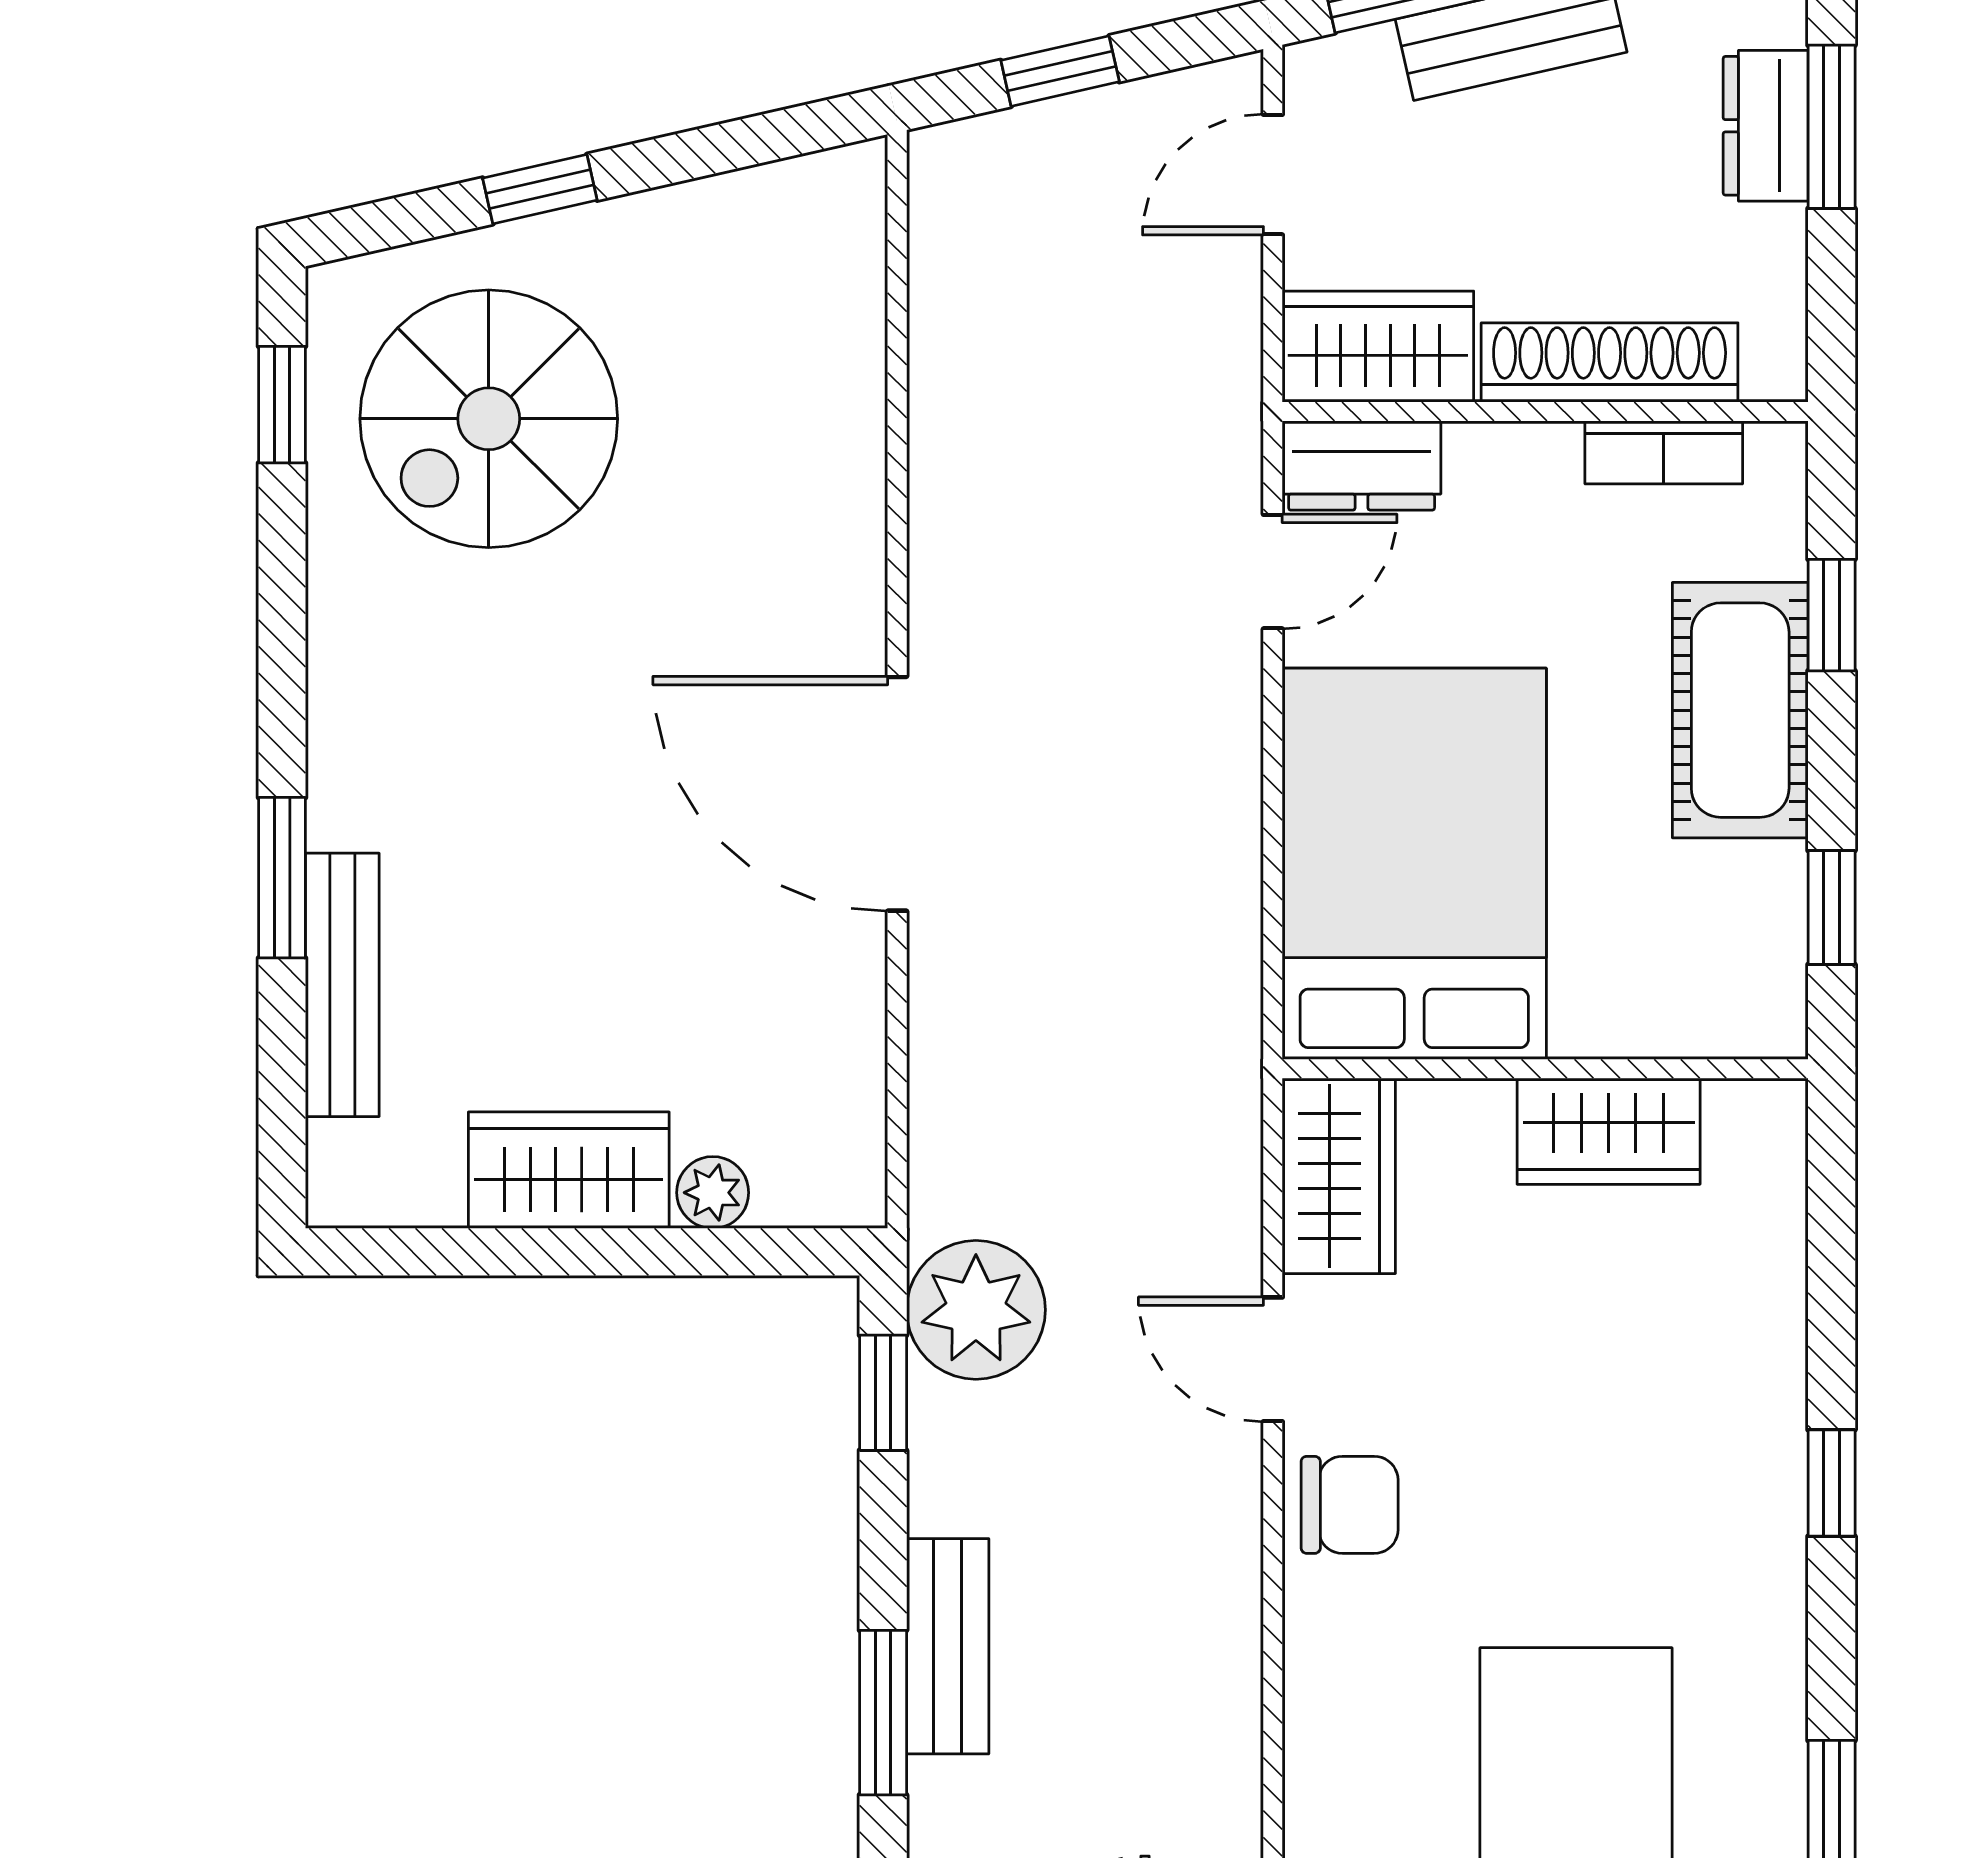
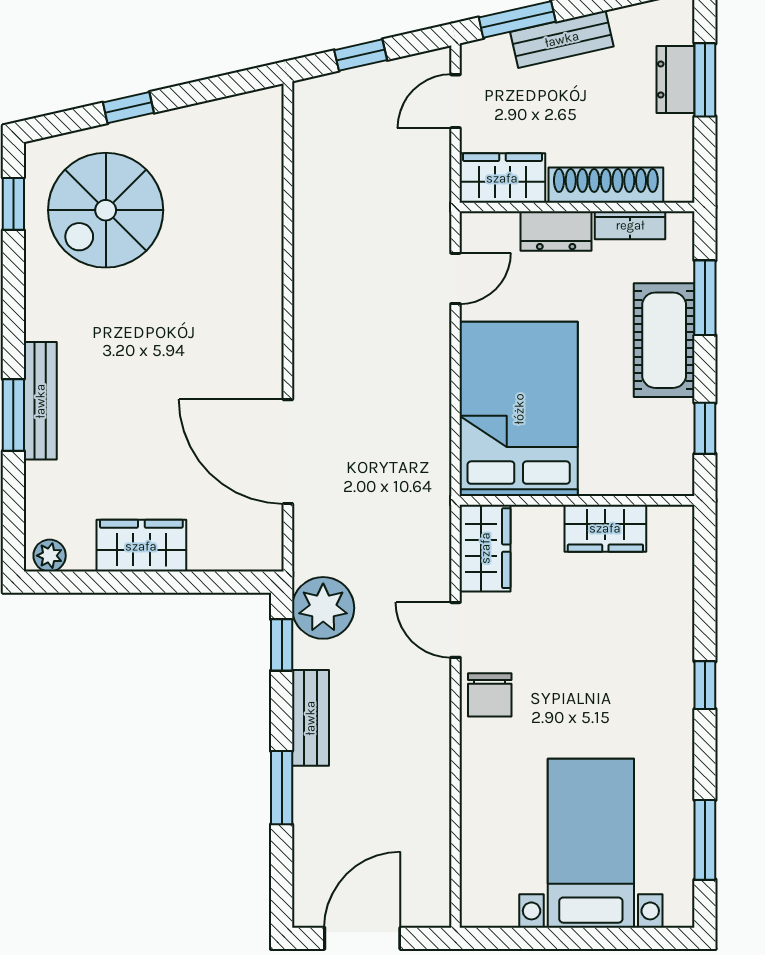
dresser: (1362, 465) -> (556, 231), moved
window: (1832, 615) -> (705, 298), width x1.50
door: (897, 794) -> (288, 452), moved
bench: (342, 985) -> (40, 401), moved
plant: (713, 1193) -> (50, 556), moved
chair: (1350, 1505) -> (490, 695), turned 90
bench: (948, 1646) -> (310, 718), moved

